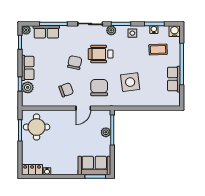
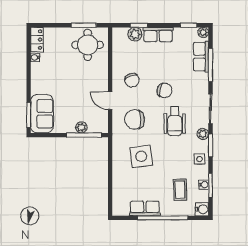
wheelchair: (101, 54) -> (175, 121), turned 180
chair: (99, 88) -> (135, 119), turned 180

